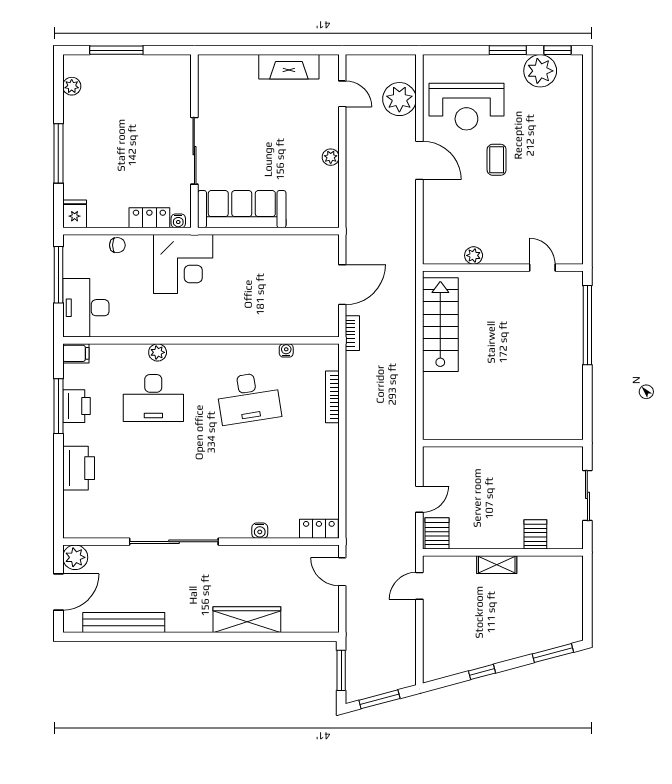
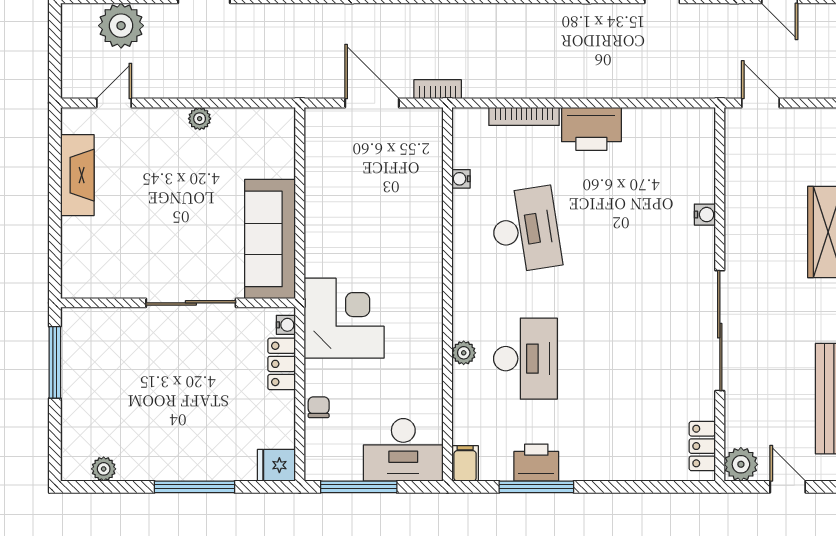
window: (116, 50) -> (55, 362), moved
printer: (79, 468) -> (591, 129), moved, turned 180
locker: (319, 529) -> (702, 446), moved
door: (342, 572) -> (760, 103), swing flipped
door: (58, 592) -> (788, 487), width x0.73

